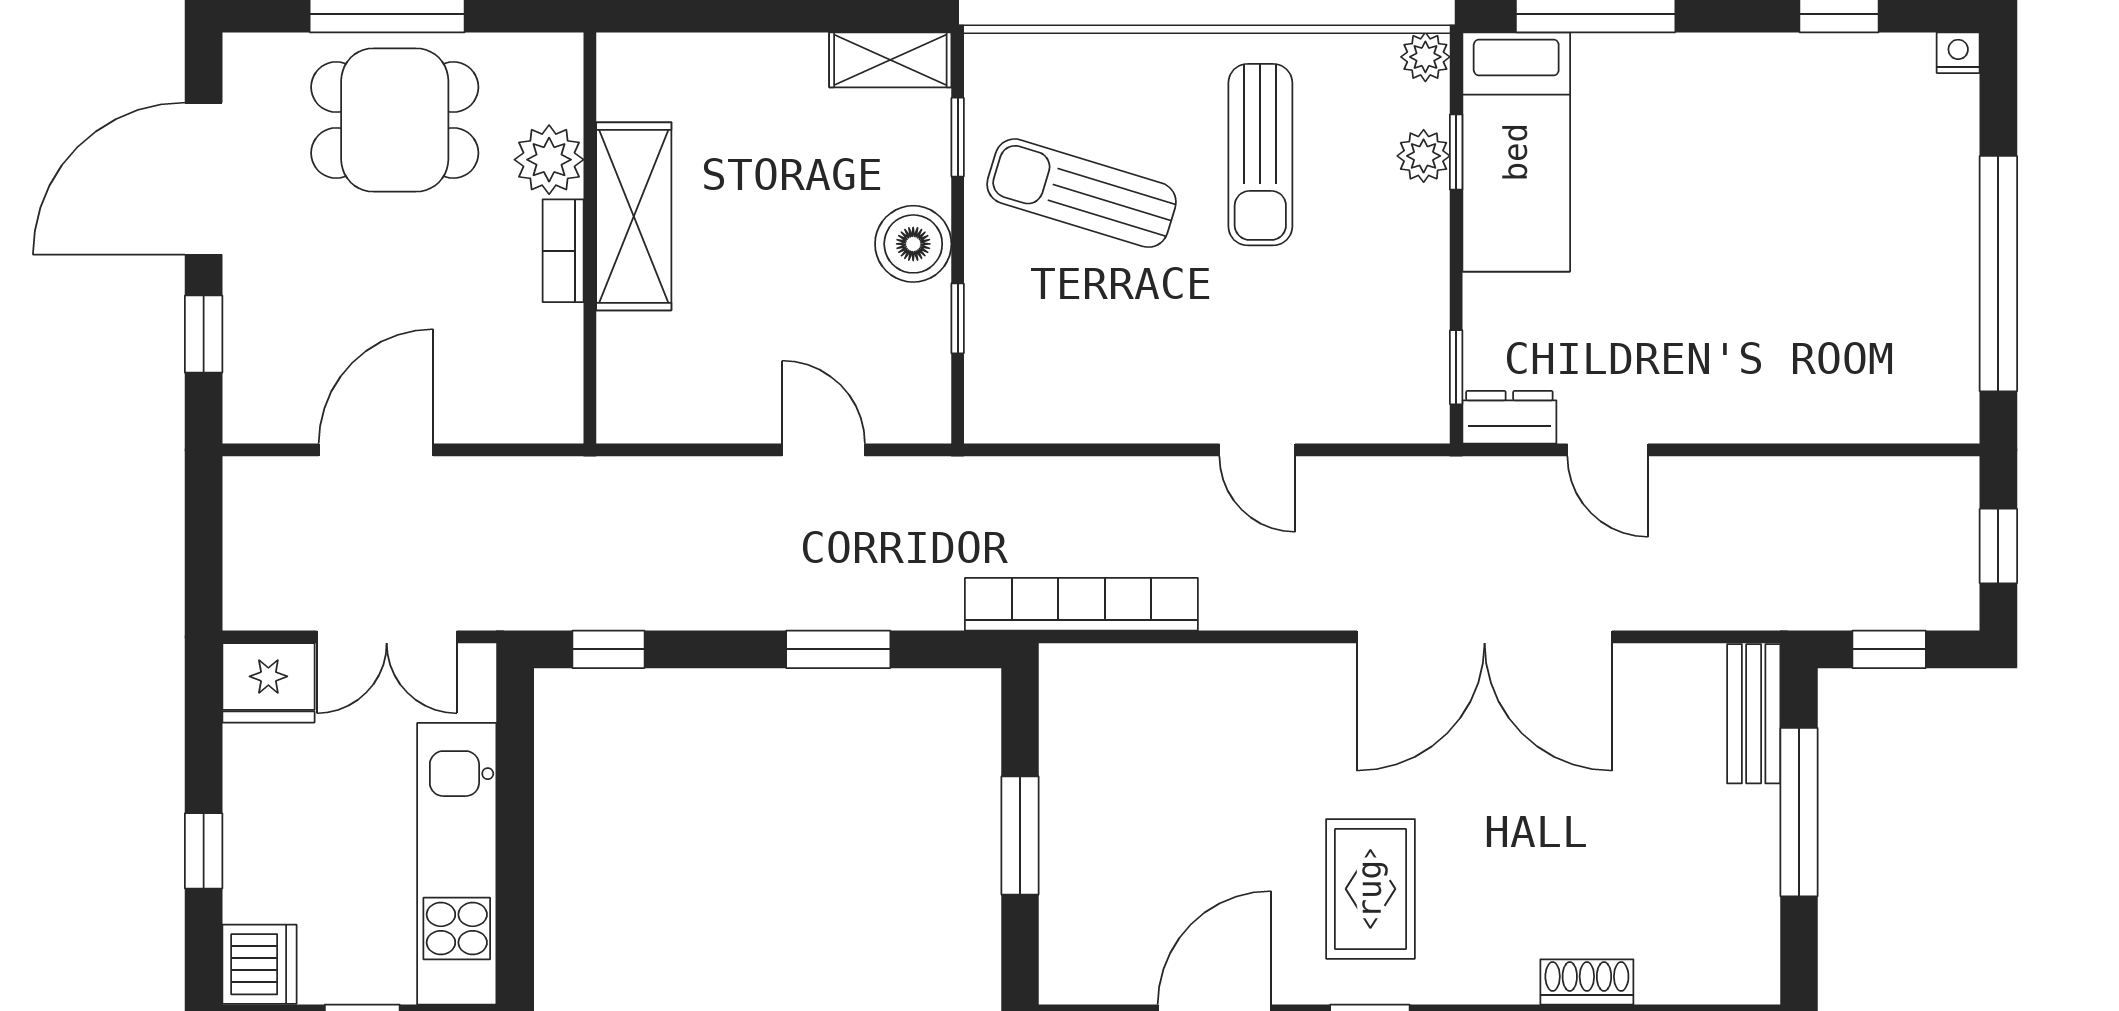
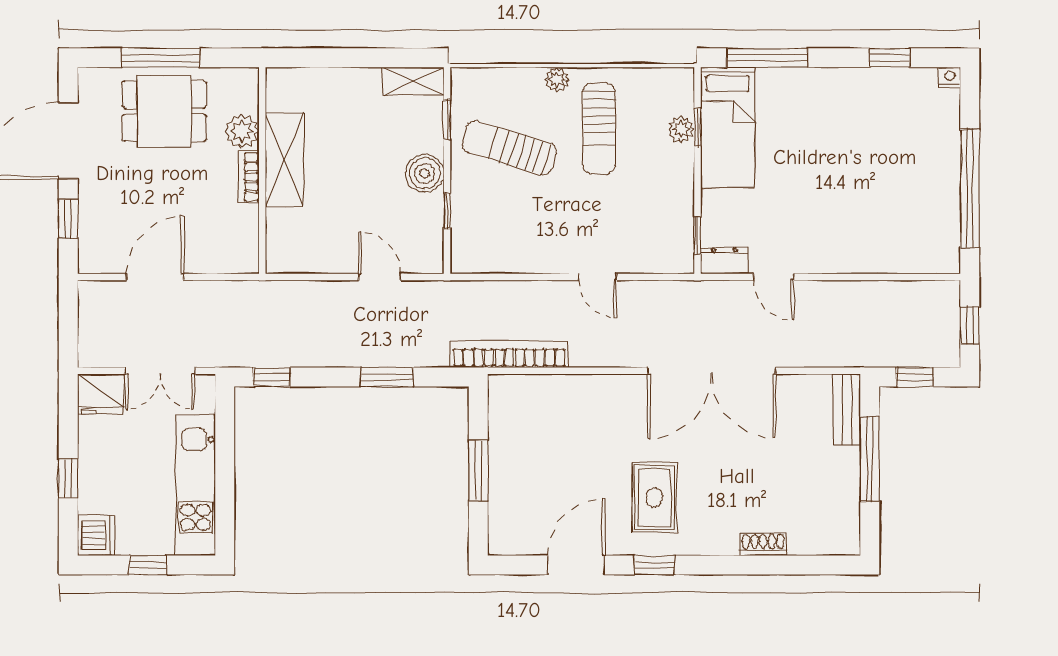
plant: (1425, 57) -> (557, 79), moved

